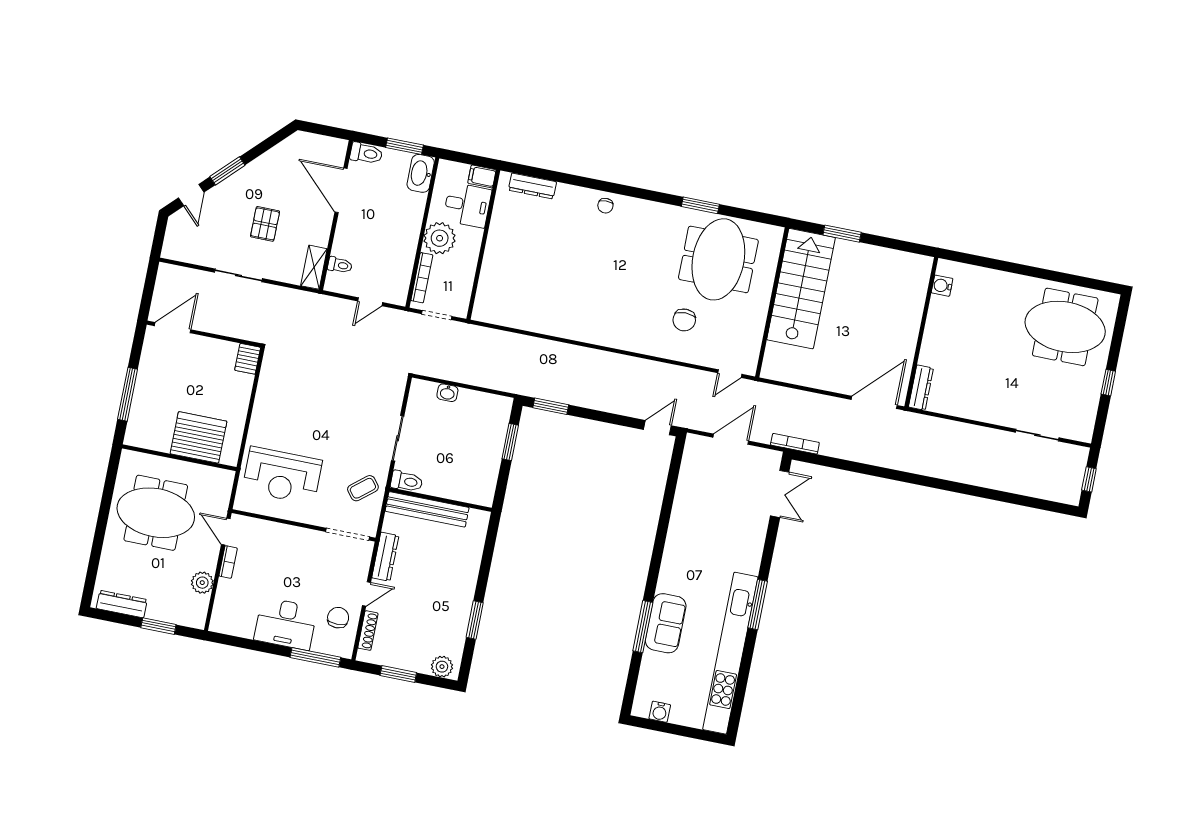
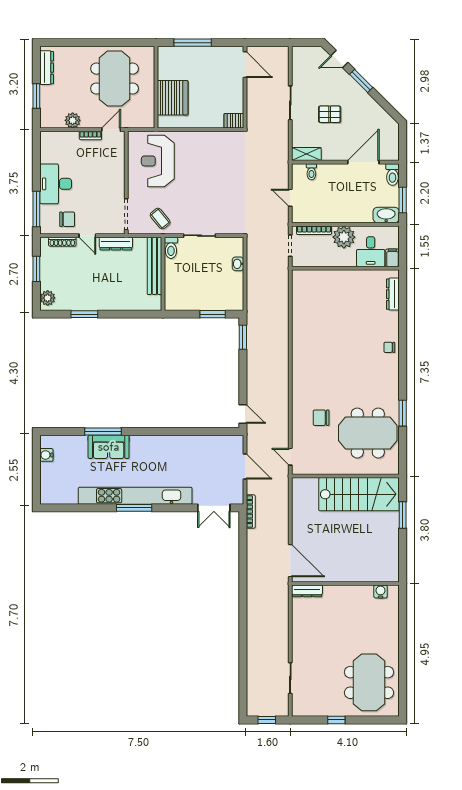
kitchen unit: (730, 653) -> (135, 496), moved

